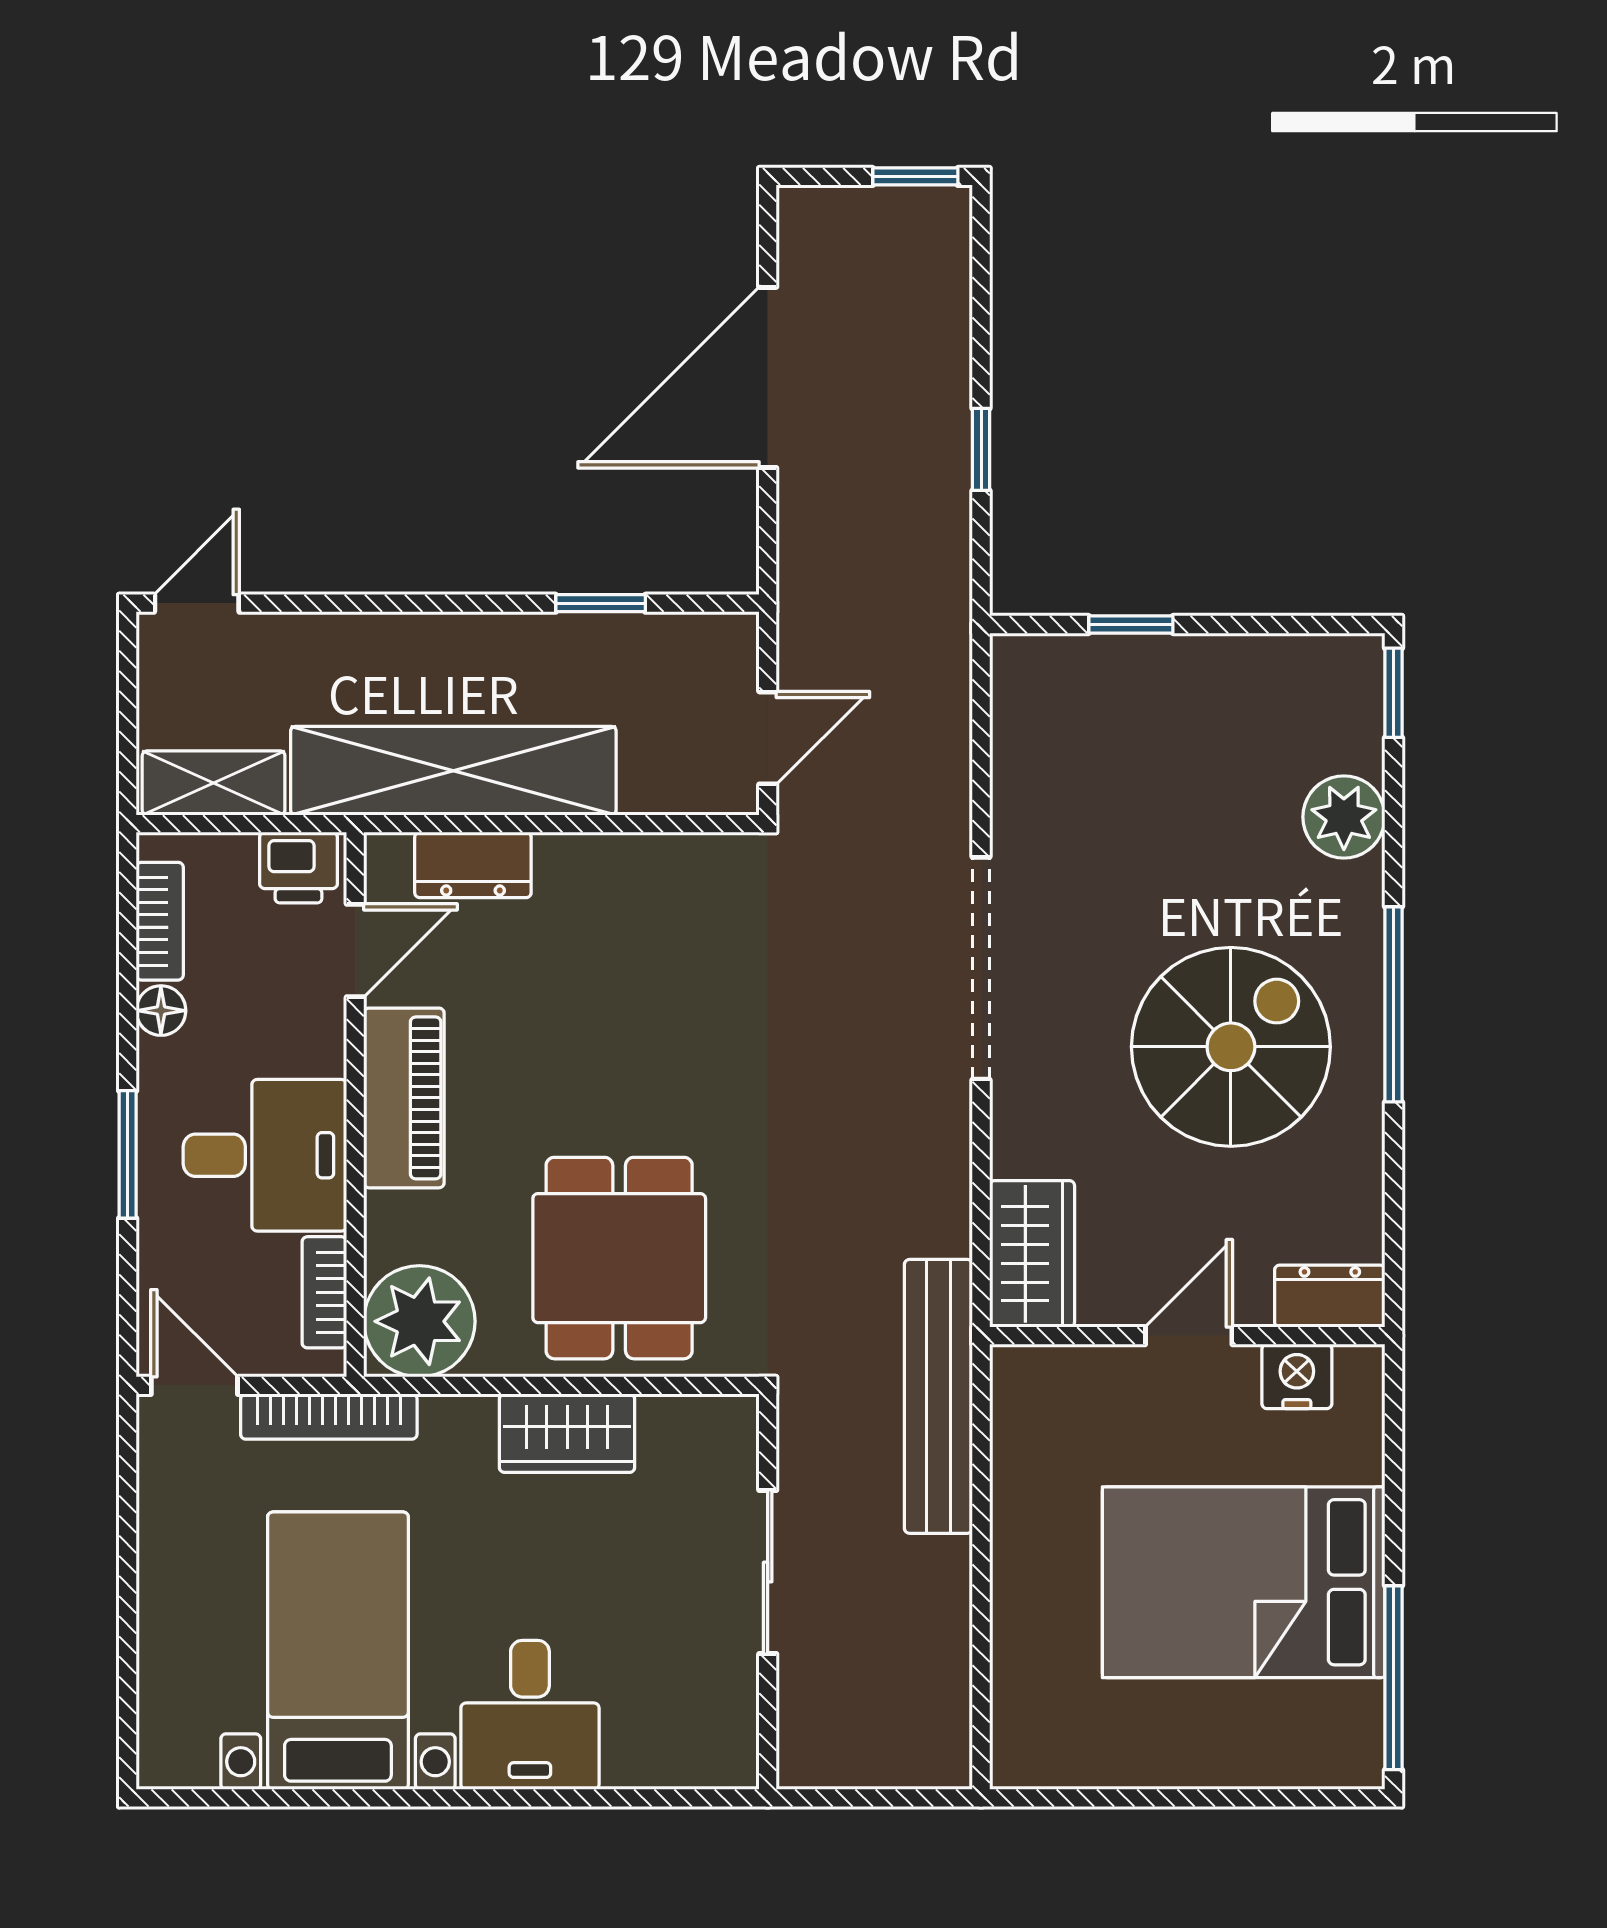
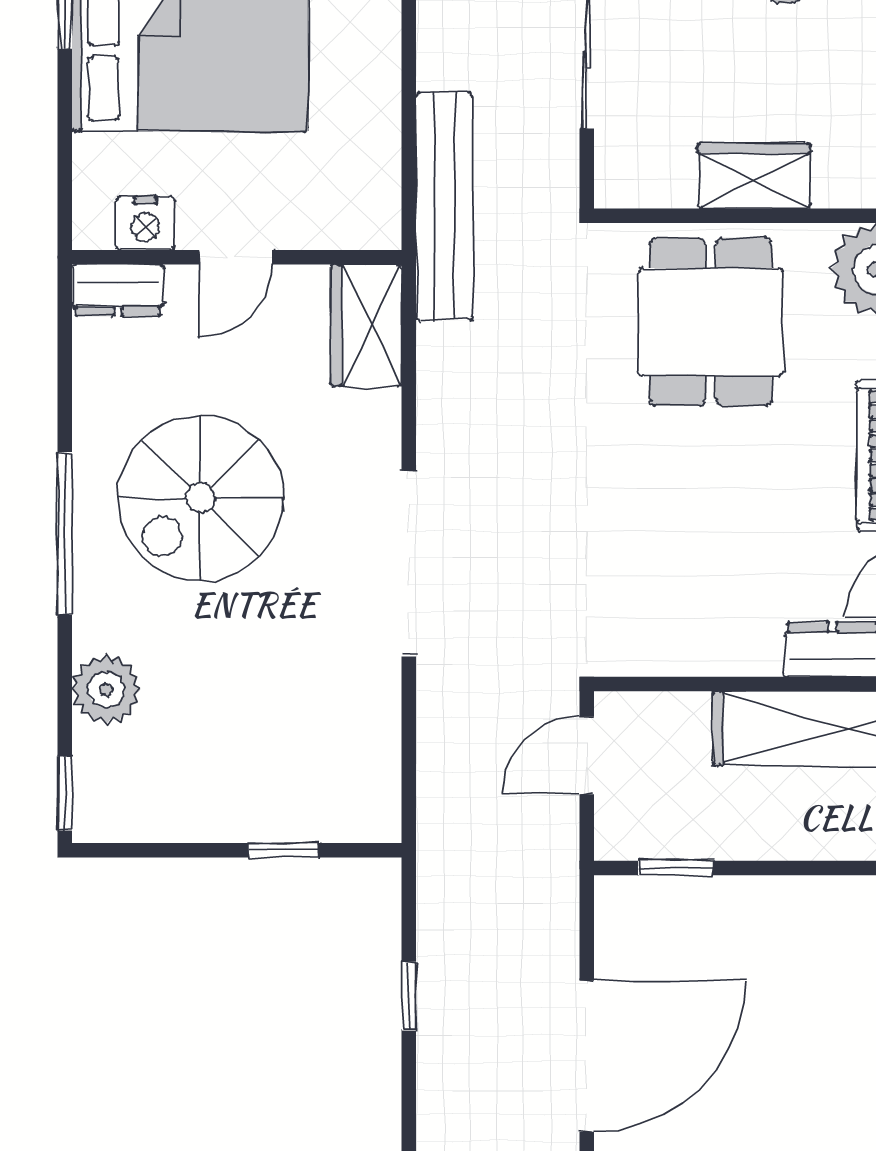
window: (601, 603) -> (675, 868), moved

